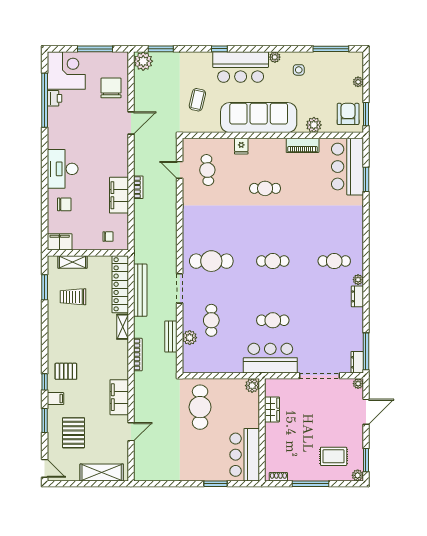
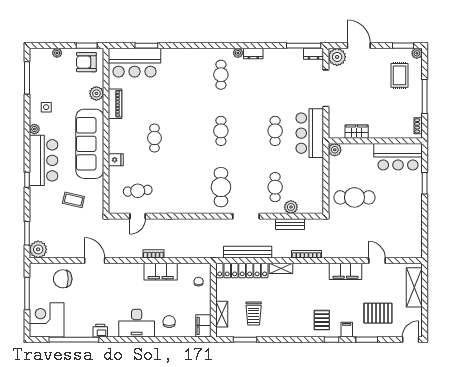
printer: (54, 98) -> (100, 331), moved
cafe table: (211, 320) -> (275, 187), turned 90
plant: (358, 384) -> (337, 57), width x1.88, depth x1.88

